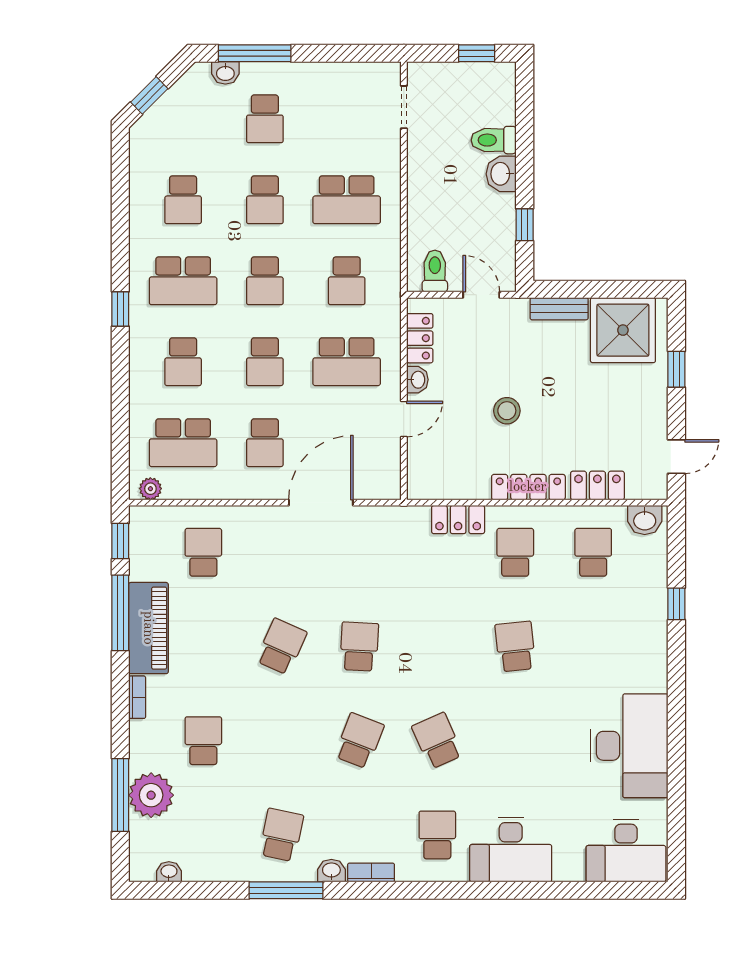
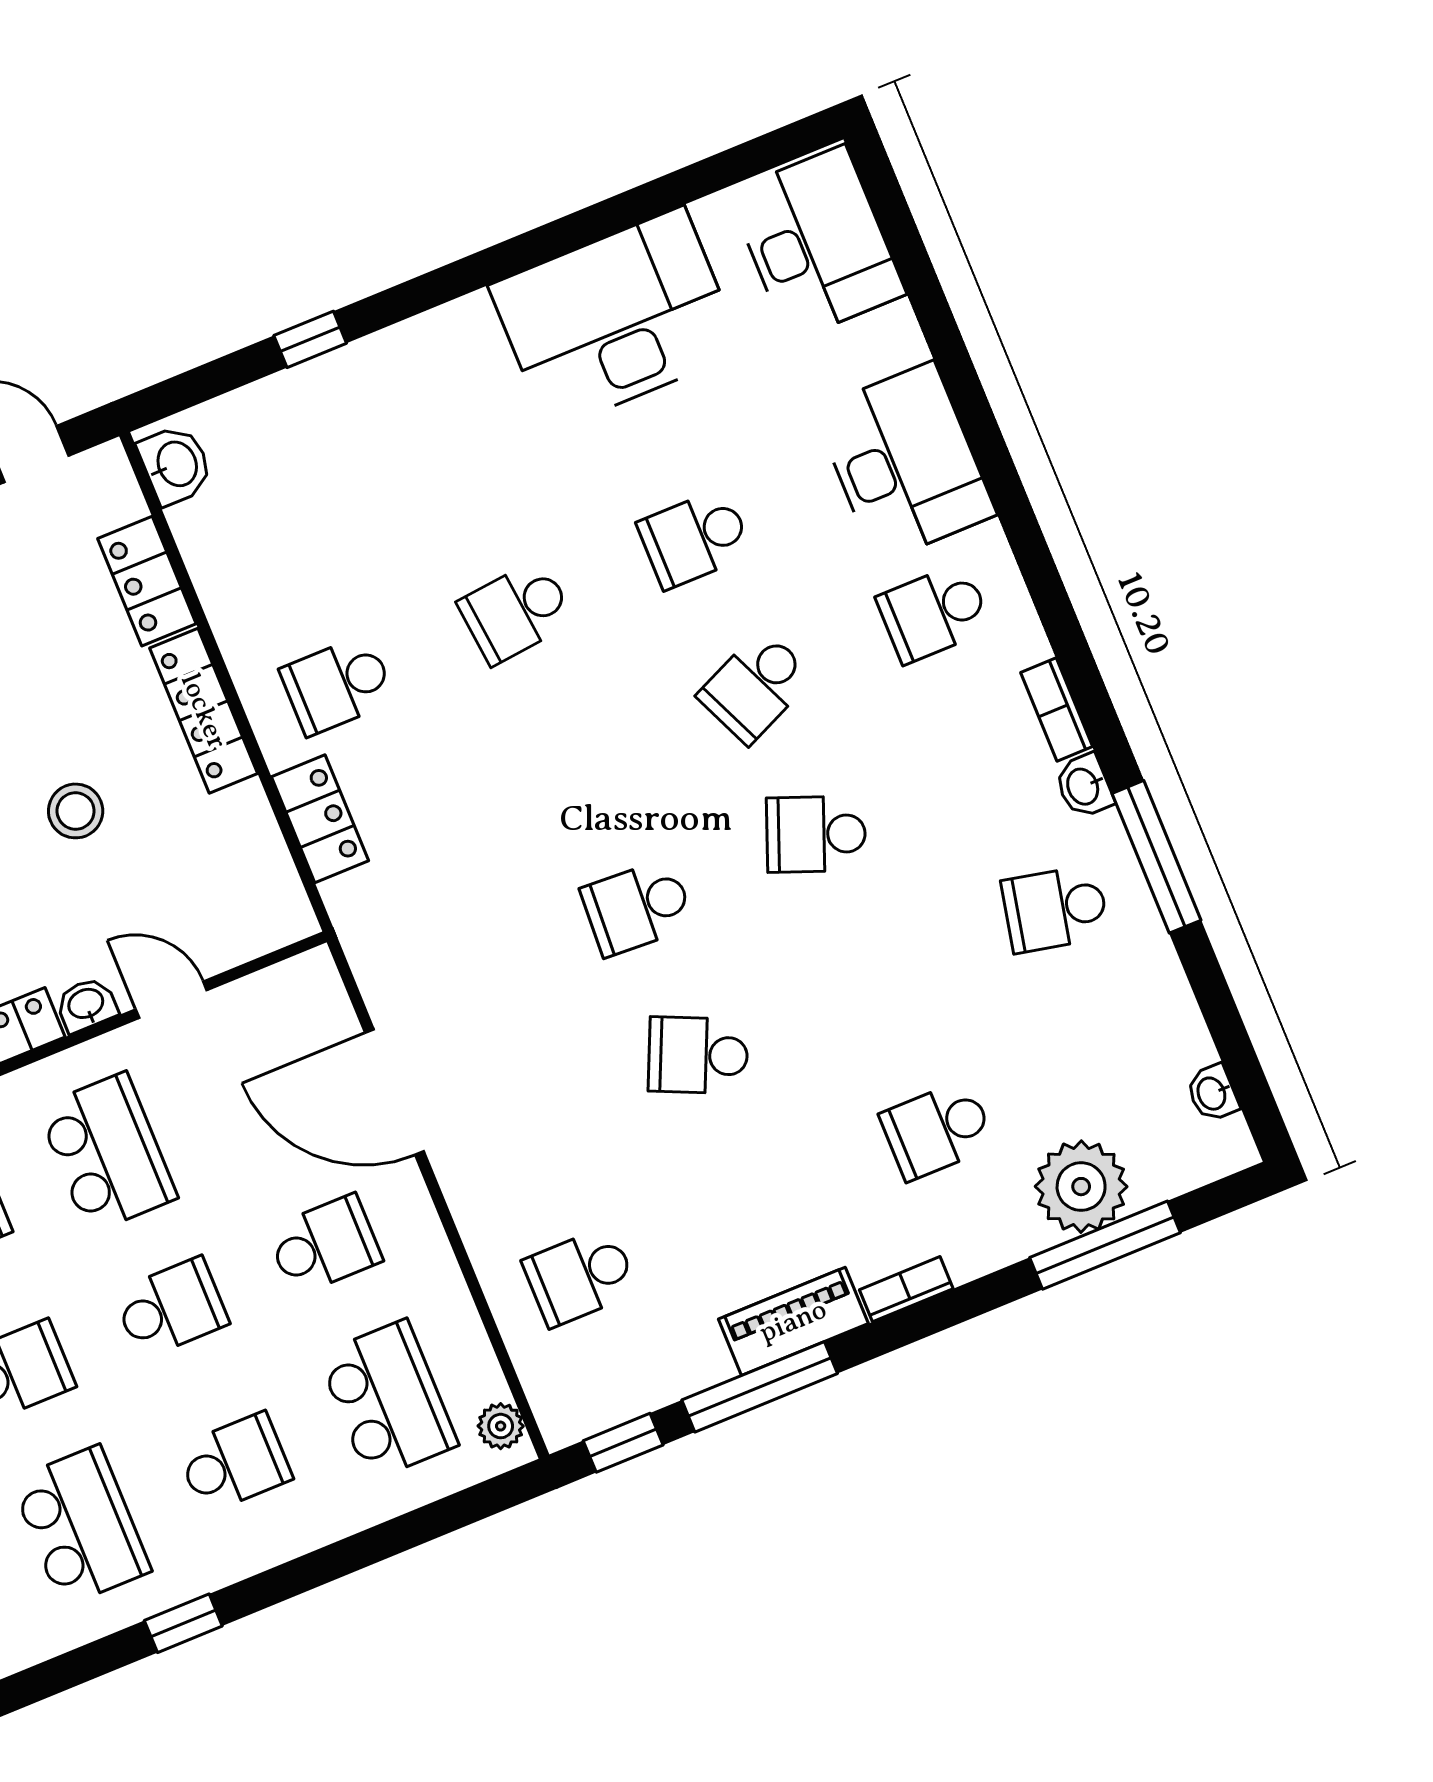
school desk: (593, 552) -> (695, 538), moved
piano: (148, 628) -> (793, 1321), width x0.73, depth x0.75

